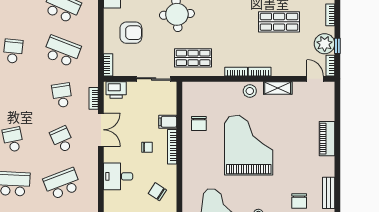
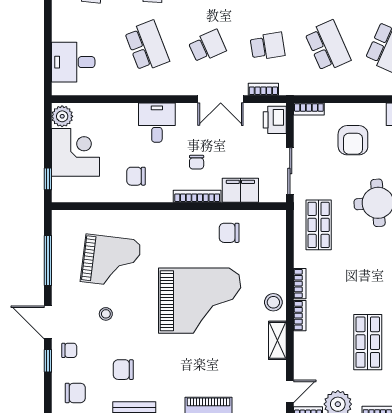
school desk: (62, 51) -> (328, 46), turned -45
filing cabinet: (168, 122) -> (240, 190), width x2.00
chair: (157, 192) -> (136, 176), turned -123

